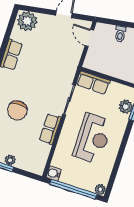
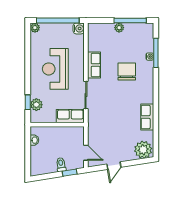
window: (114, 22) -> (70, 173), added

